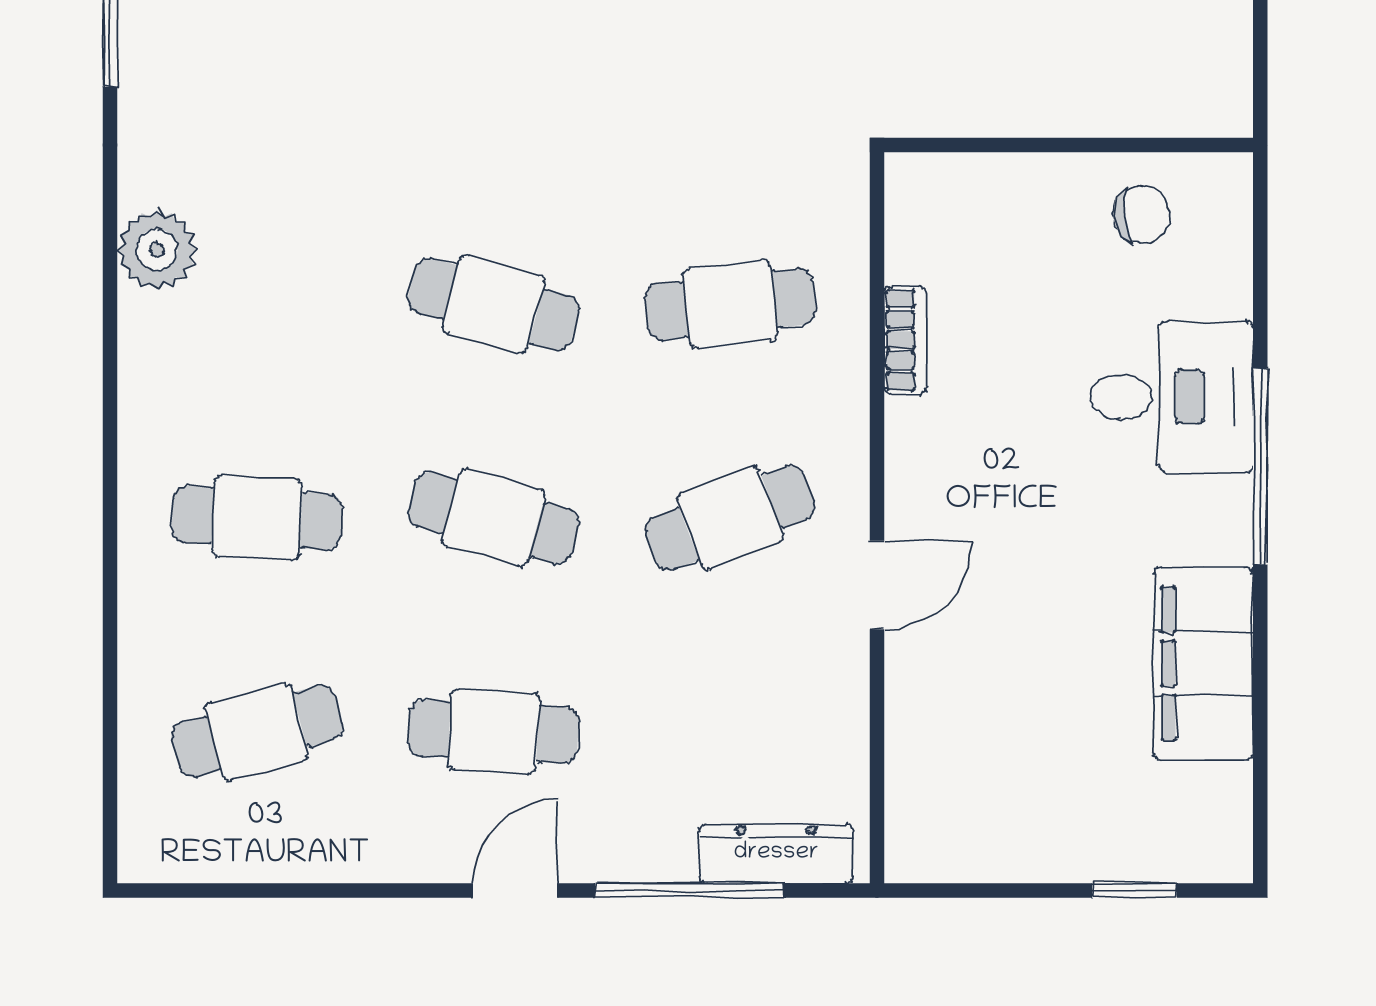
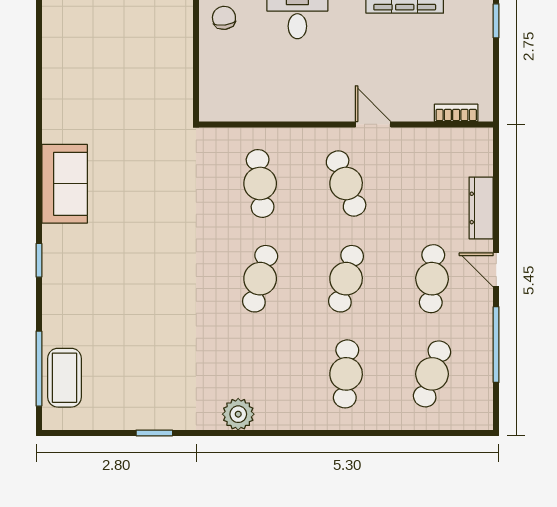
bookcase: (906, 340) -> (456, 113), moved
cafe table: (257, 731) -> (432, 374), turned 33
dresser: (776, 853) -> (481, 208), moved
window: (689, 891) -> (496, 345), moved

